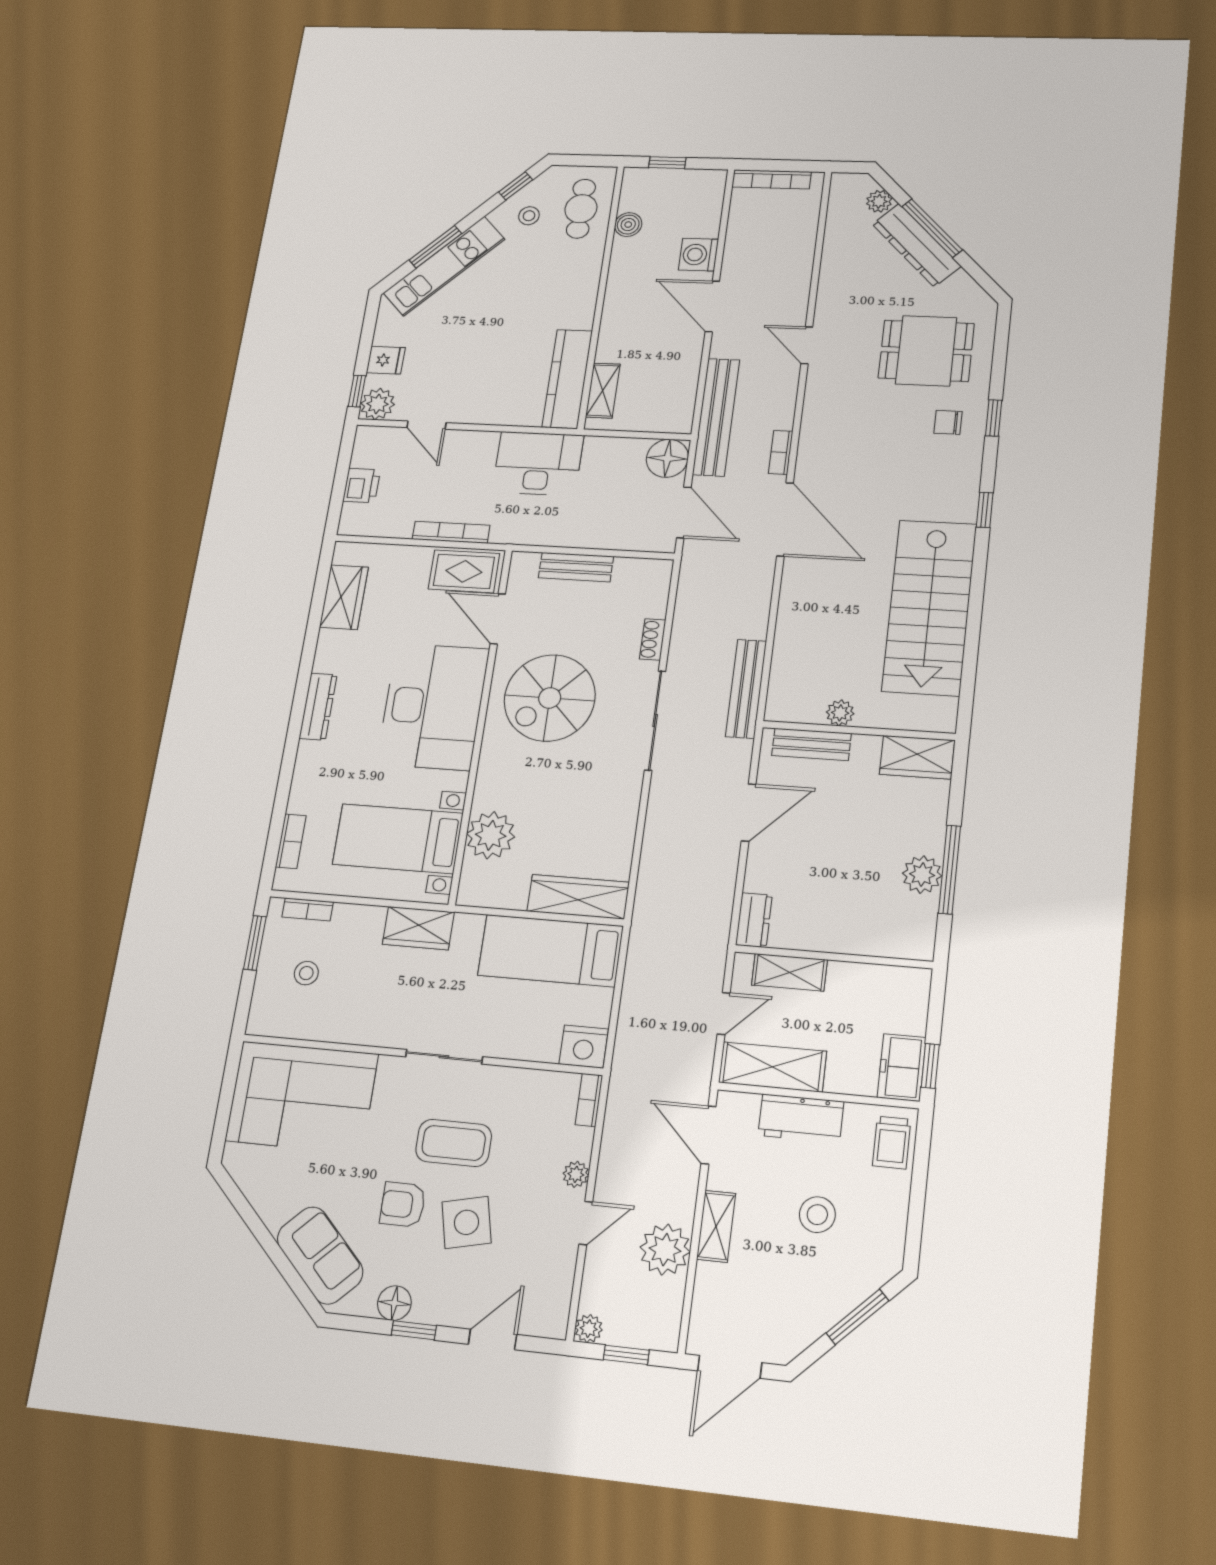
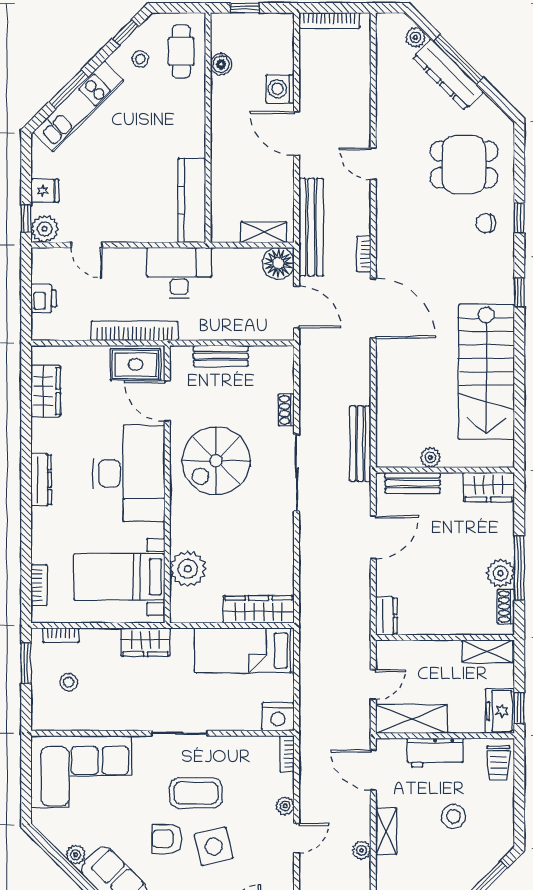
shelving: (603, 391) -> (263, 232), moved, turned 90
bookcase: (451, 532) -> (134, 331), width x1.48, depth x1.31
shoe rack: (925, 921) -> (506, 607), added
shelving: (789, 972) -> (487, 651), moved
plant: (273, 1214) -> (76, 855), added
plant: (665, 1250) -> (362, 850), width x0.53, depth x0.53

